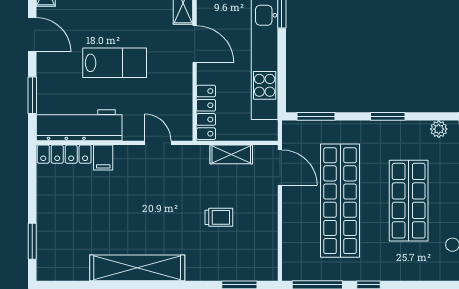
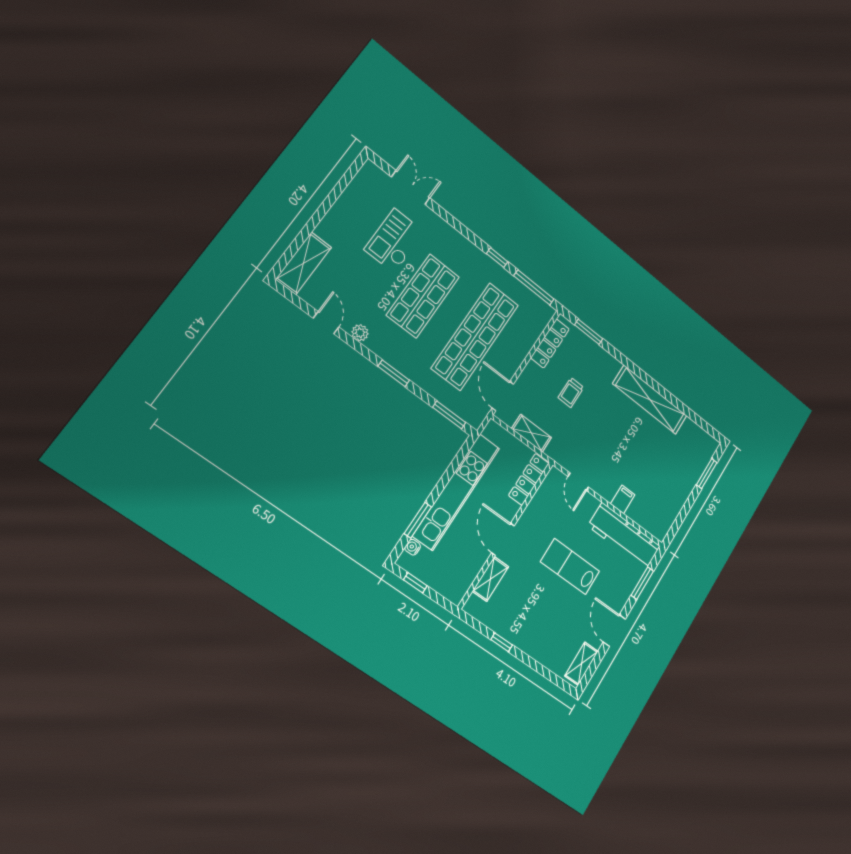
locker: (64, 154) -> (550, 343), moved, turned 90
trolley: (219, 217) -> (571, 392), turned -90

